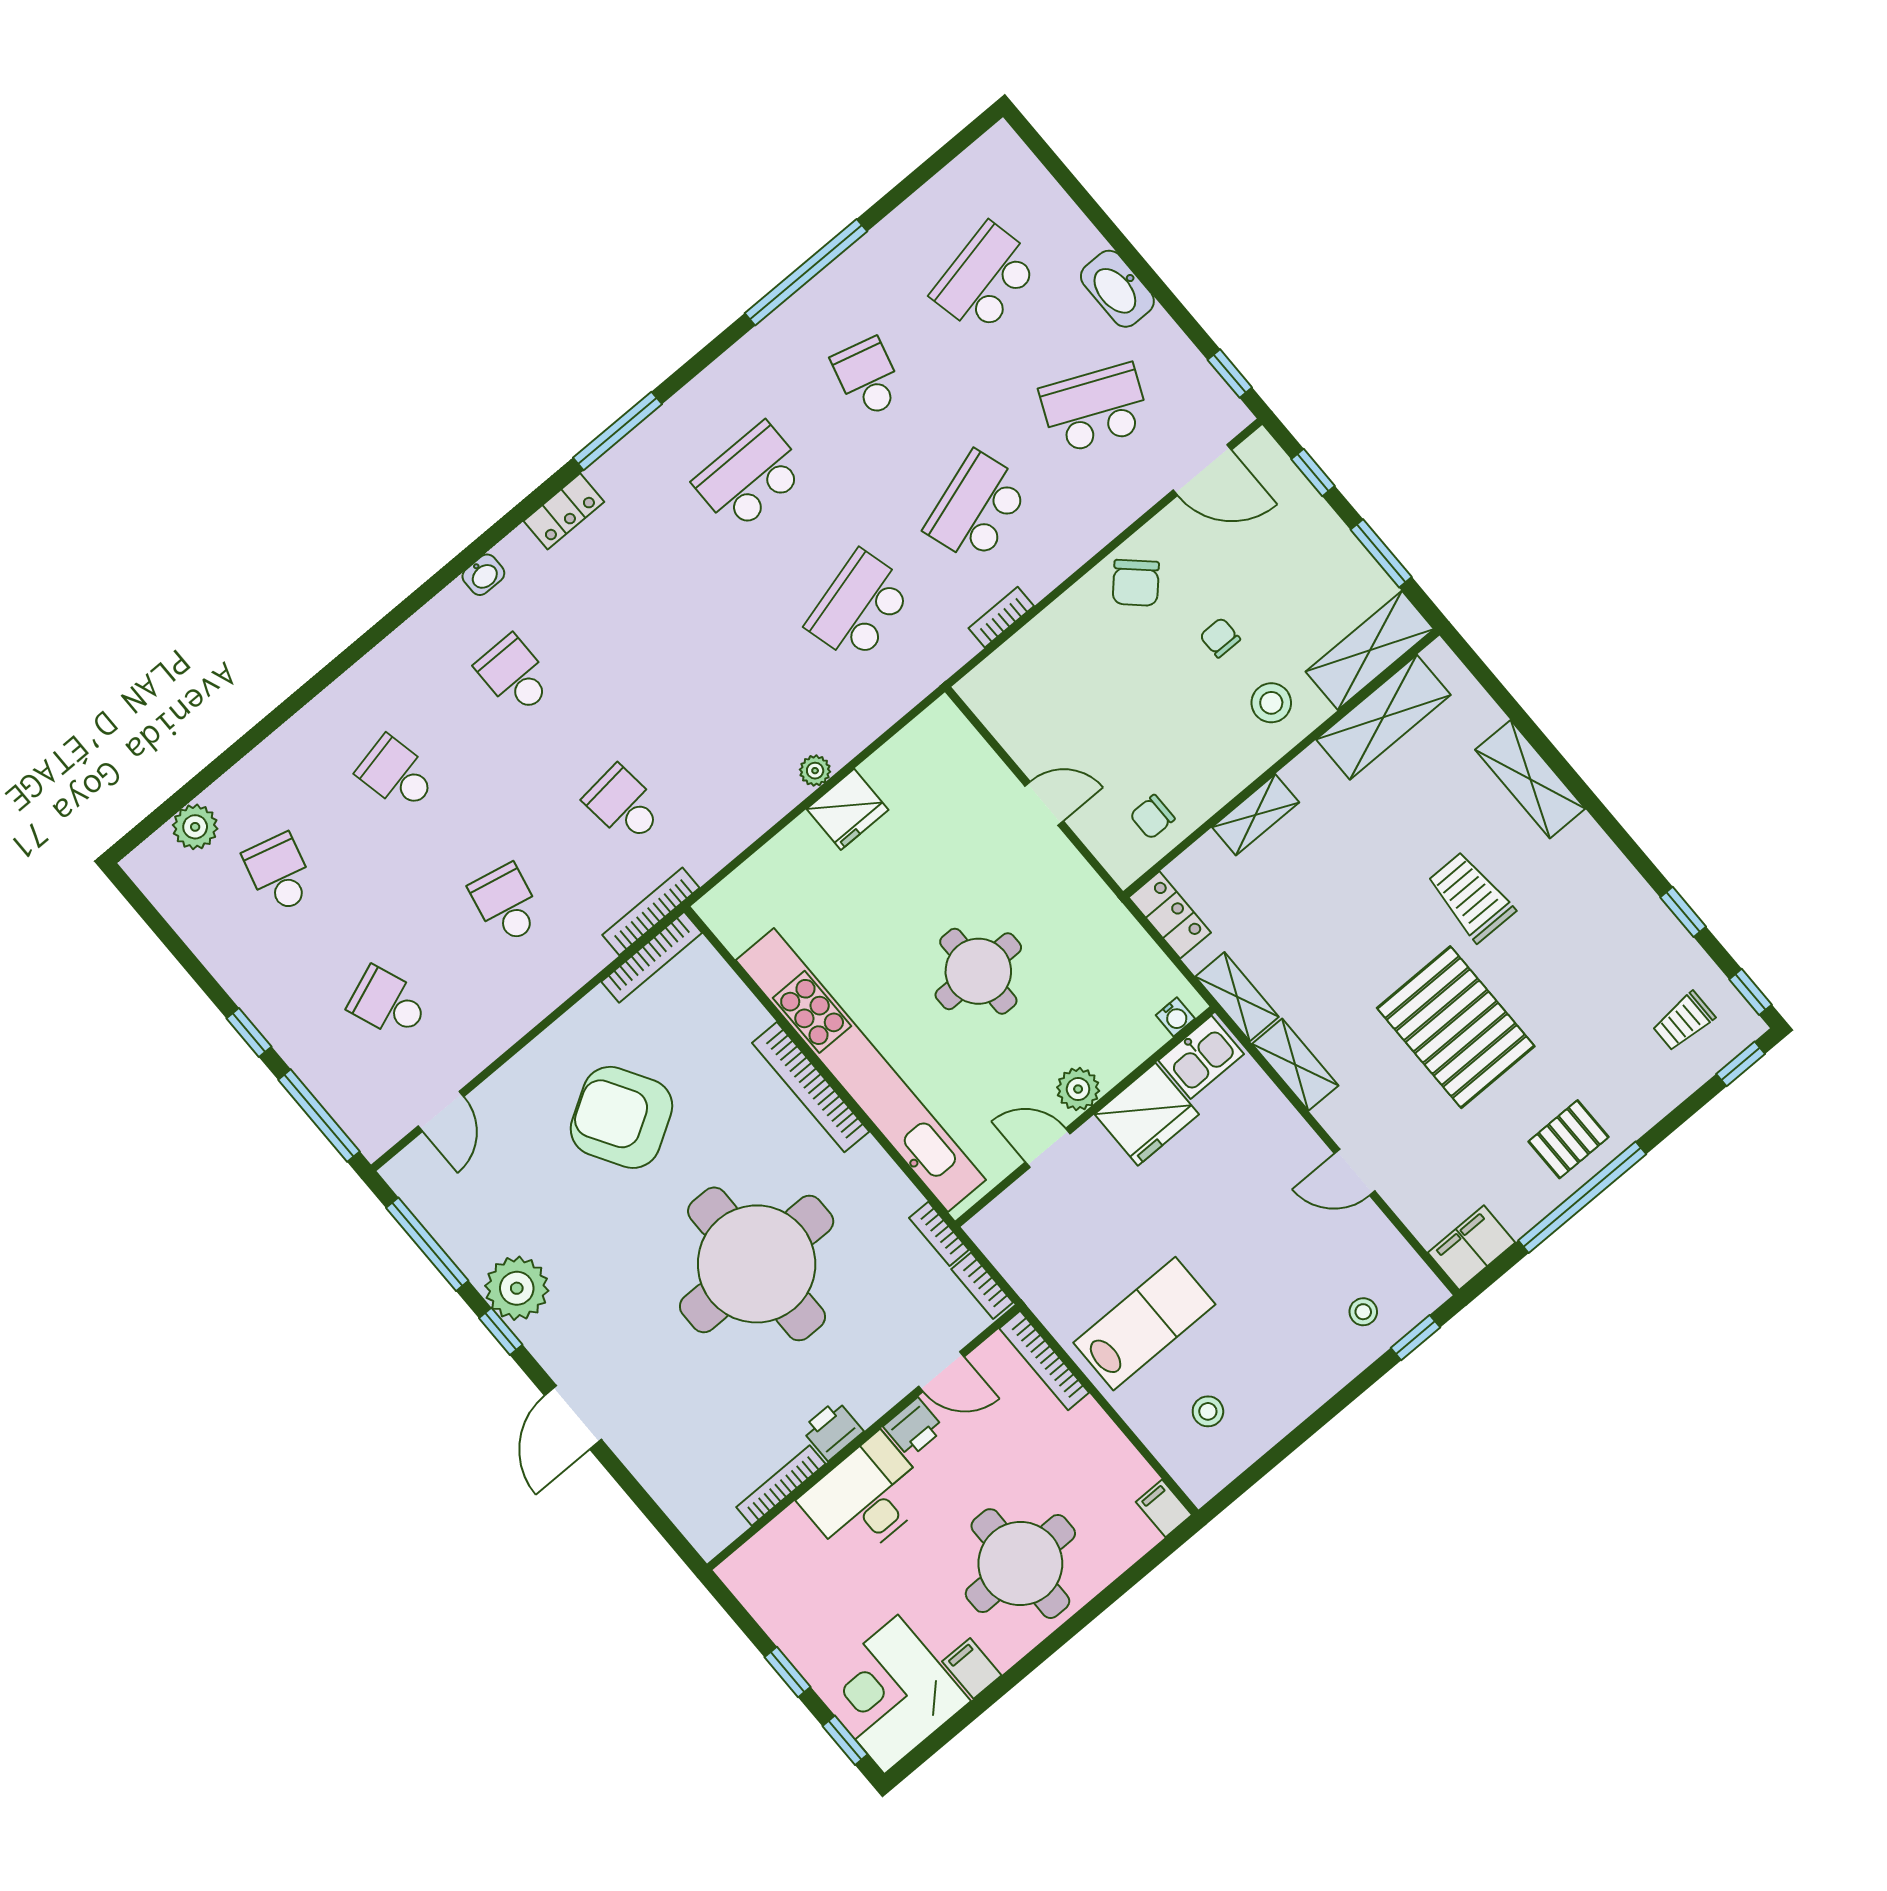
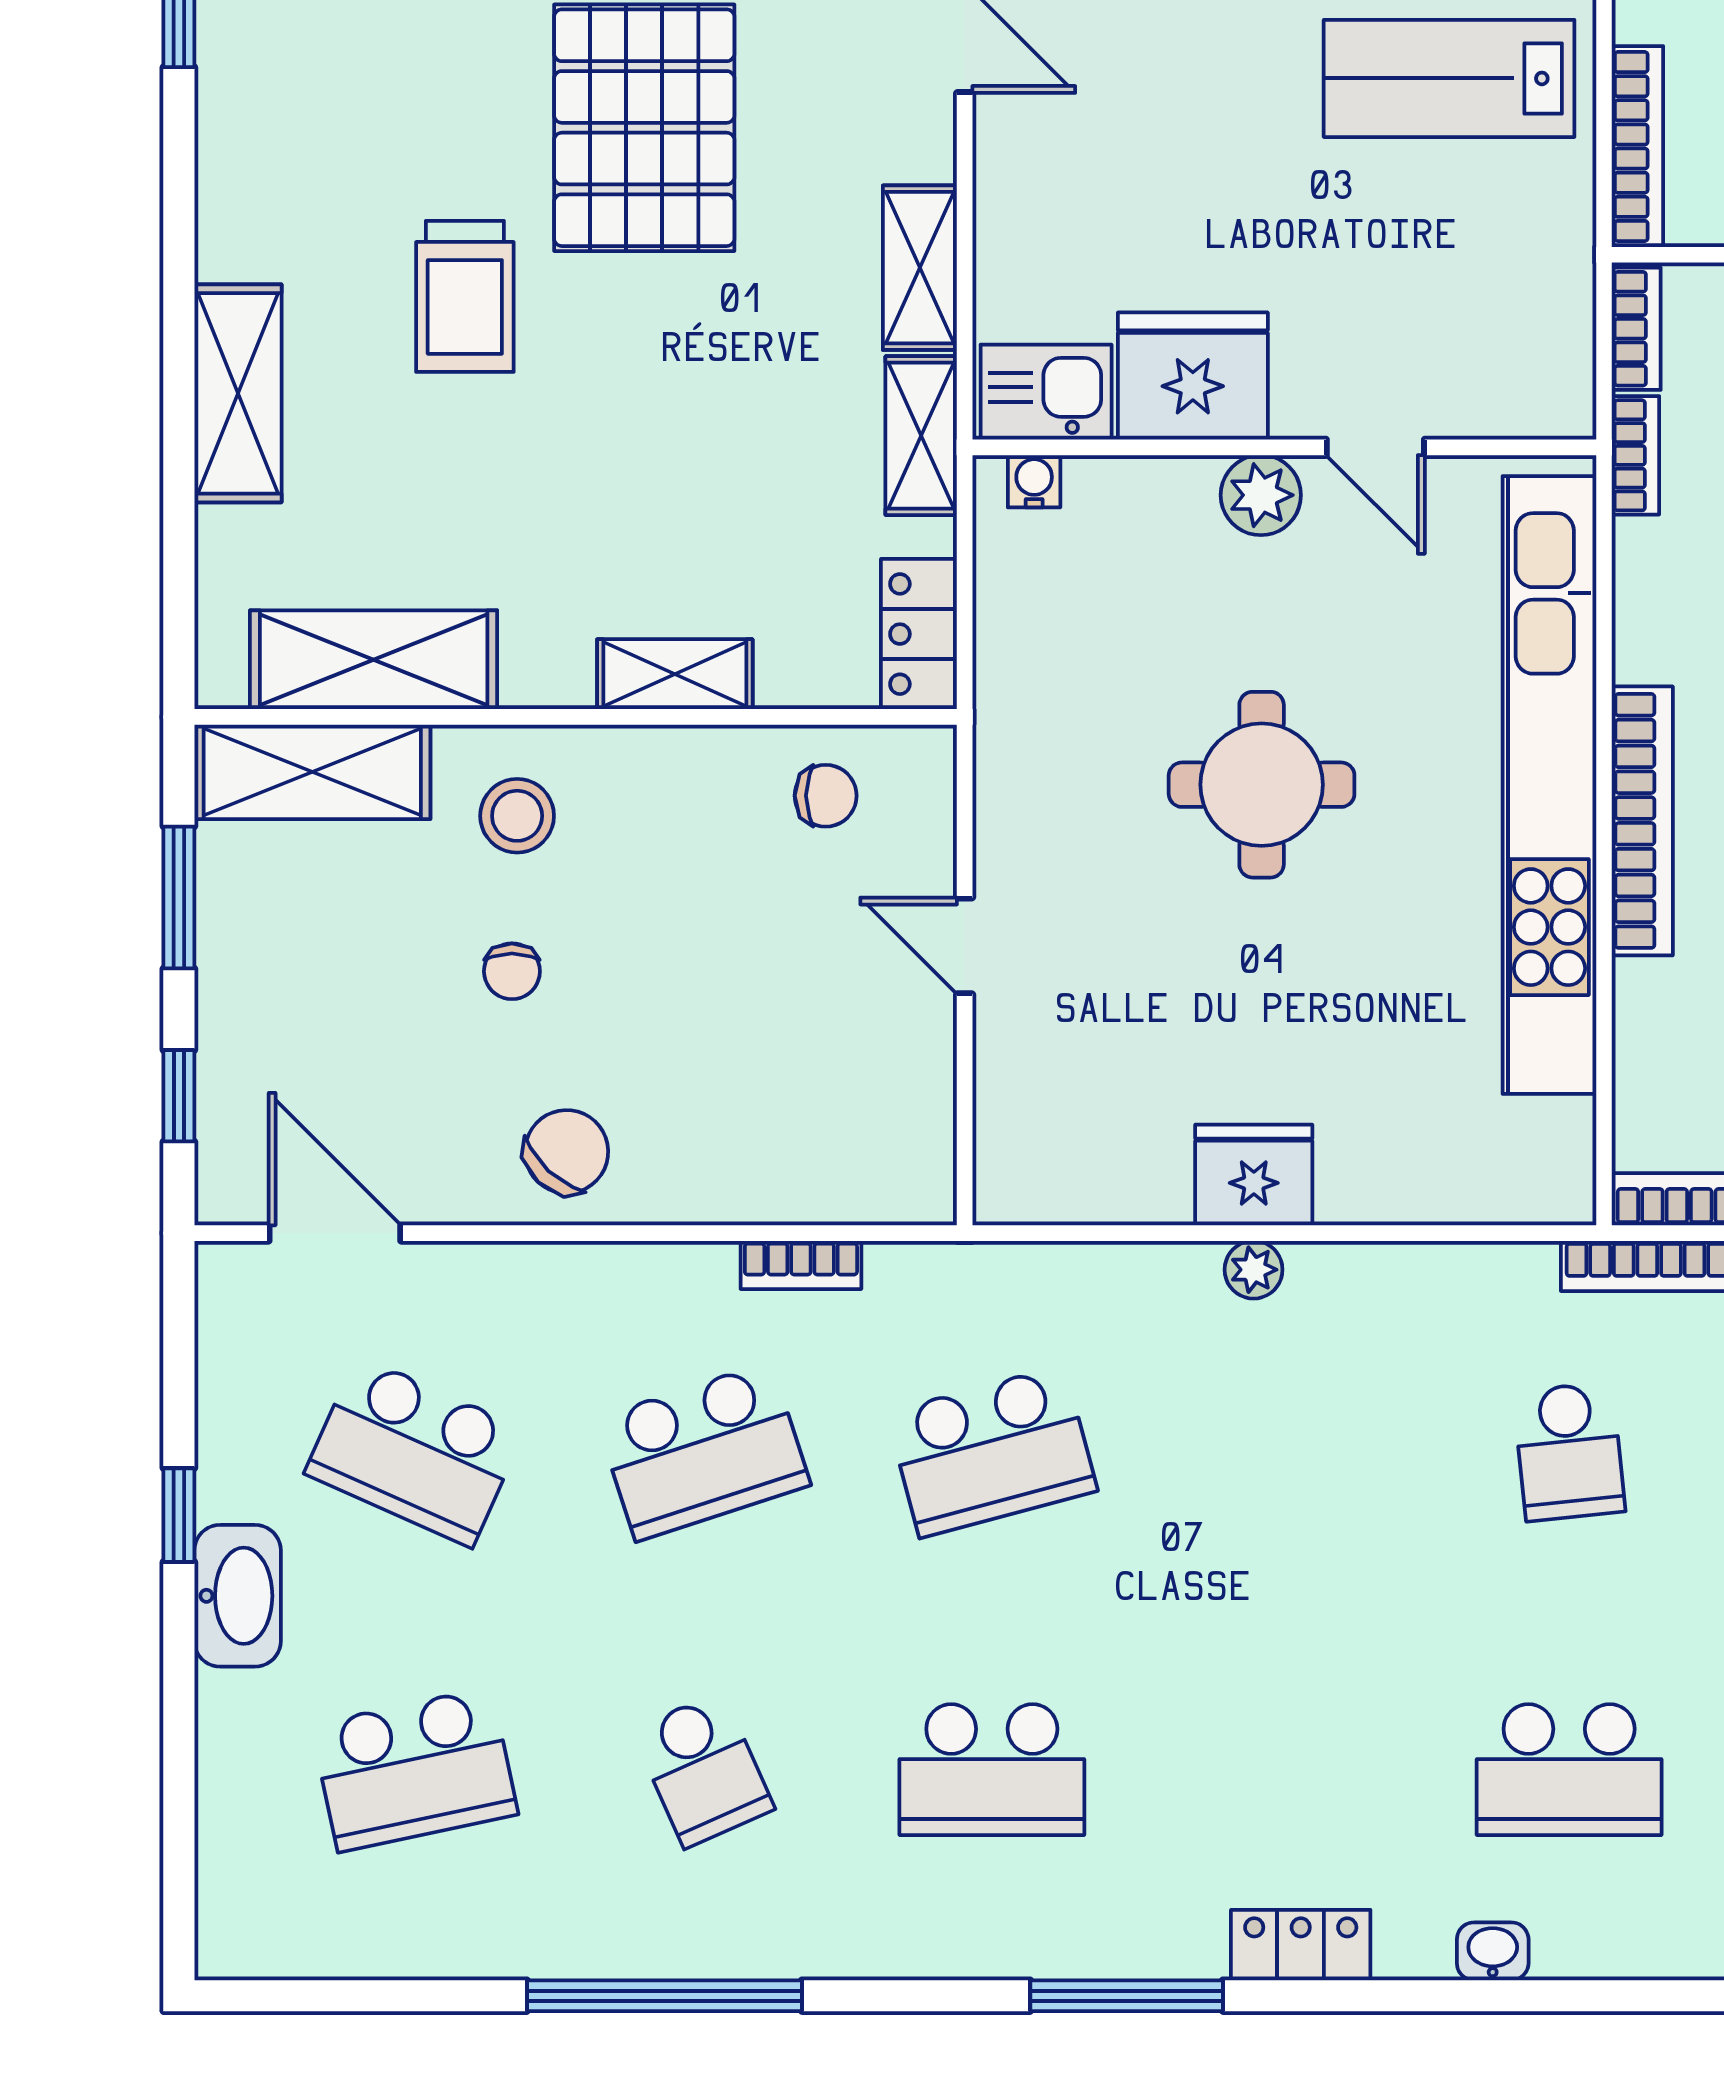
window: (1230, 374) -> (179, 1515), moved
school desk: (868, 378) -> (703, 1770), turned -39
school desk: (515, 675) -> (1569, 1770), width x1.85

